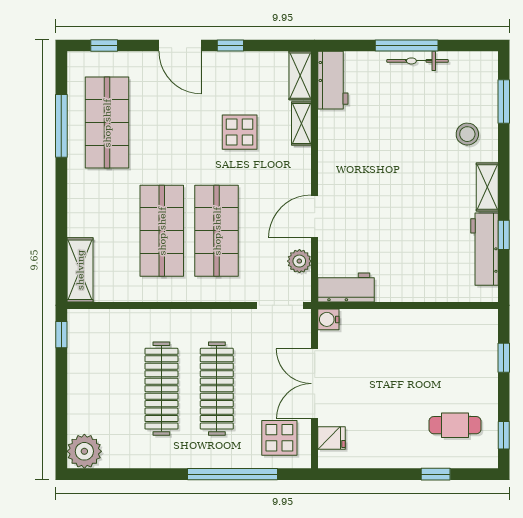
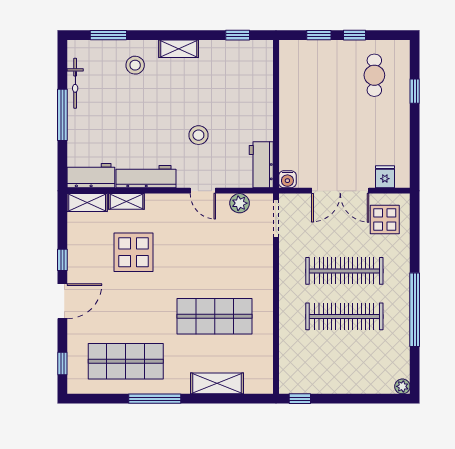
bicycle: (418, 61) -> (75, 83), moved
window: (61, 126) -> (155, 399), moved
display table: (240, 132) -> (134, 252), width x1.36, depth x1.36
stool: (382, 211) -> (198, 135), added
door: (315, 216) -> (203, 191), width x0.73
shop shelf: (217, 231) -> (215, 271), removed
window: (504, 235) -> (238, 35), moved
workbench: (484, 249) -> (146, 177), moved, turned 180
shelving: (80, 270) -> (217, 383), moved
window: (504, 435) -> (355, 35), moved
plant: (84, 451) -> (402, 386), width x0.53, depth x0.53
window: (232, 474) -> (415, 310), moved

